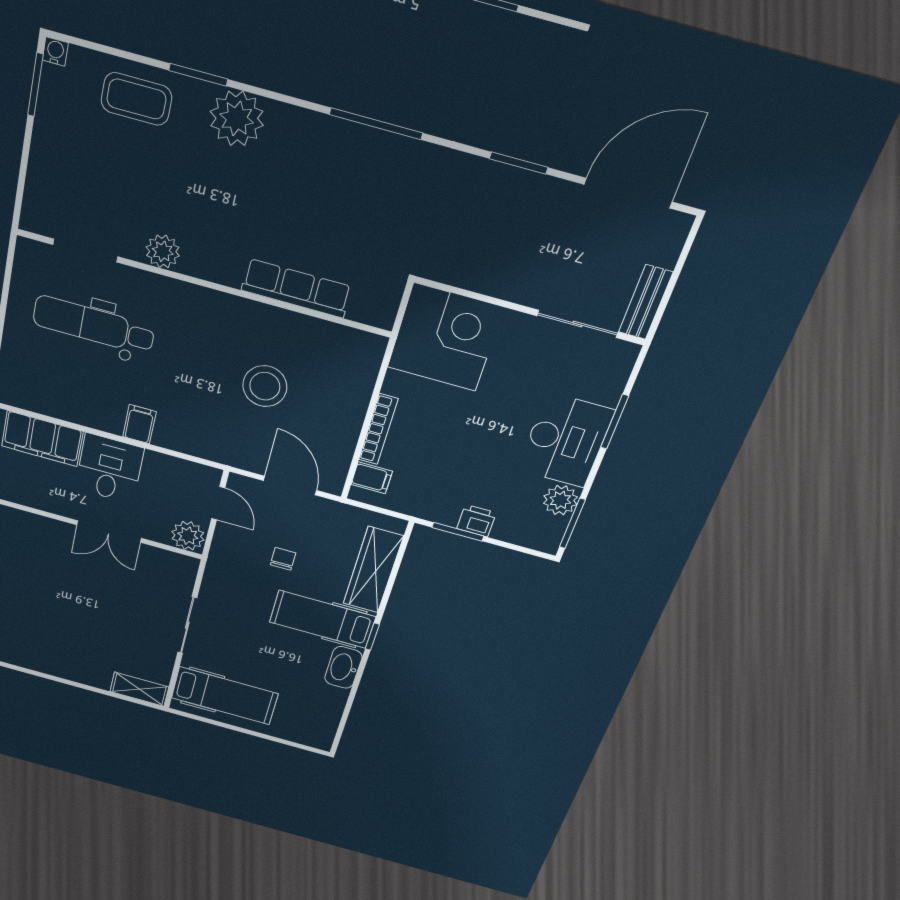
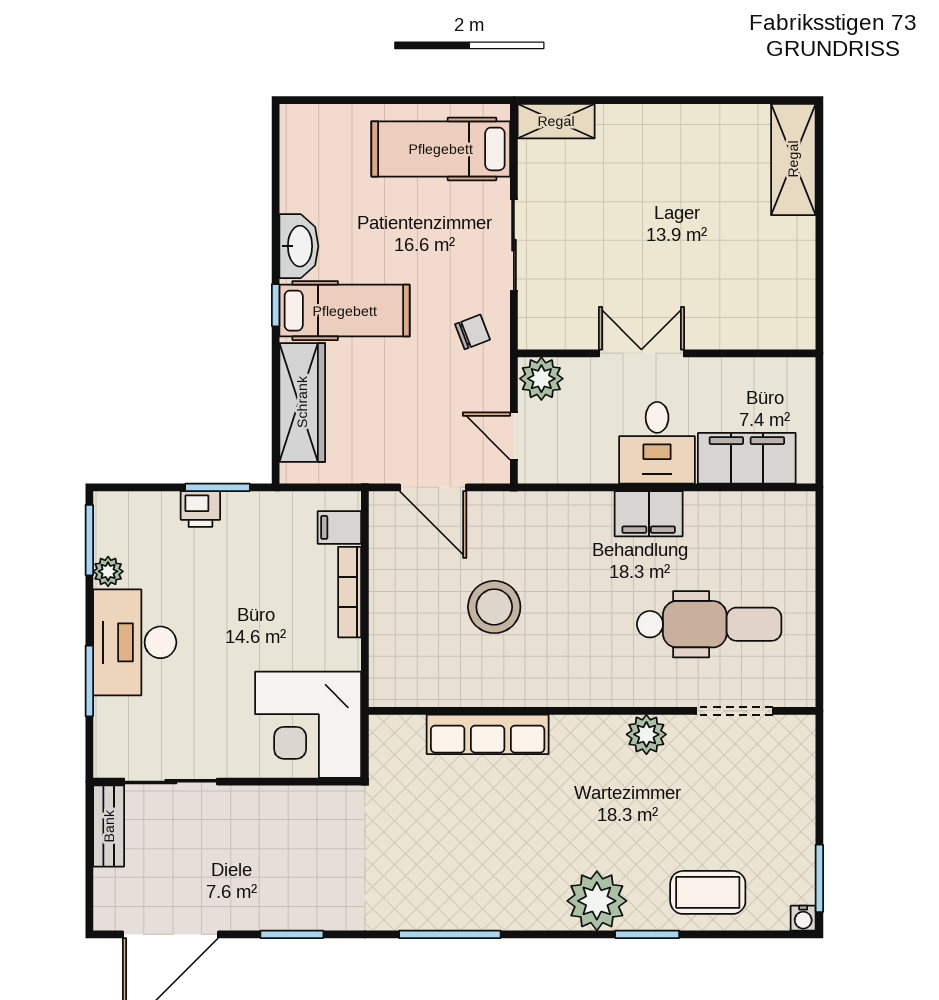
filing cabinet: (139, 424) -> (649, 514), width x2.00
plant: (560, 500) -> (108, 571), width x0.73, depth x0.73
chair: (283, 559) -> (472, 332), moved, turned -111

